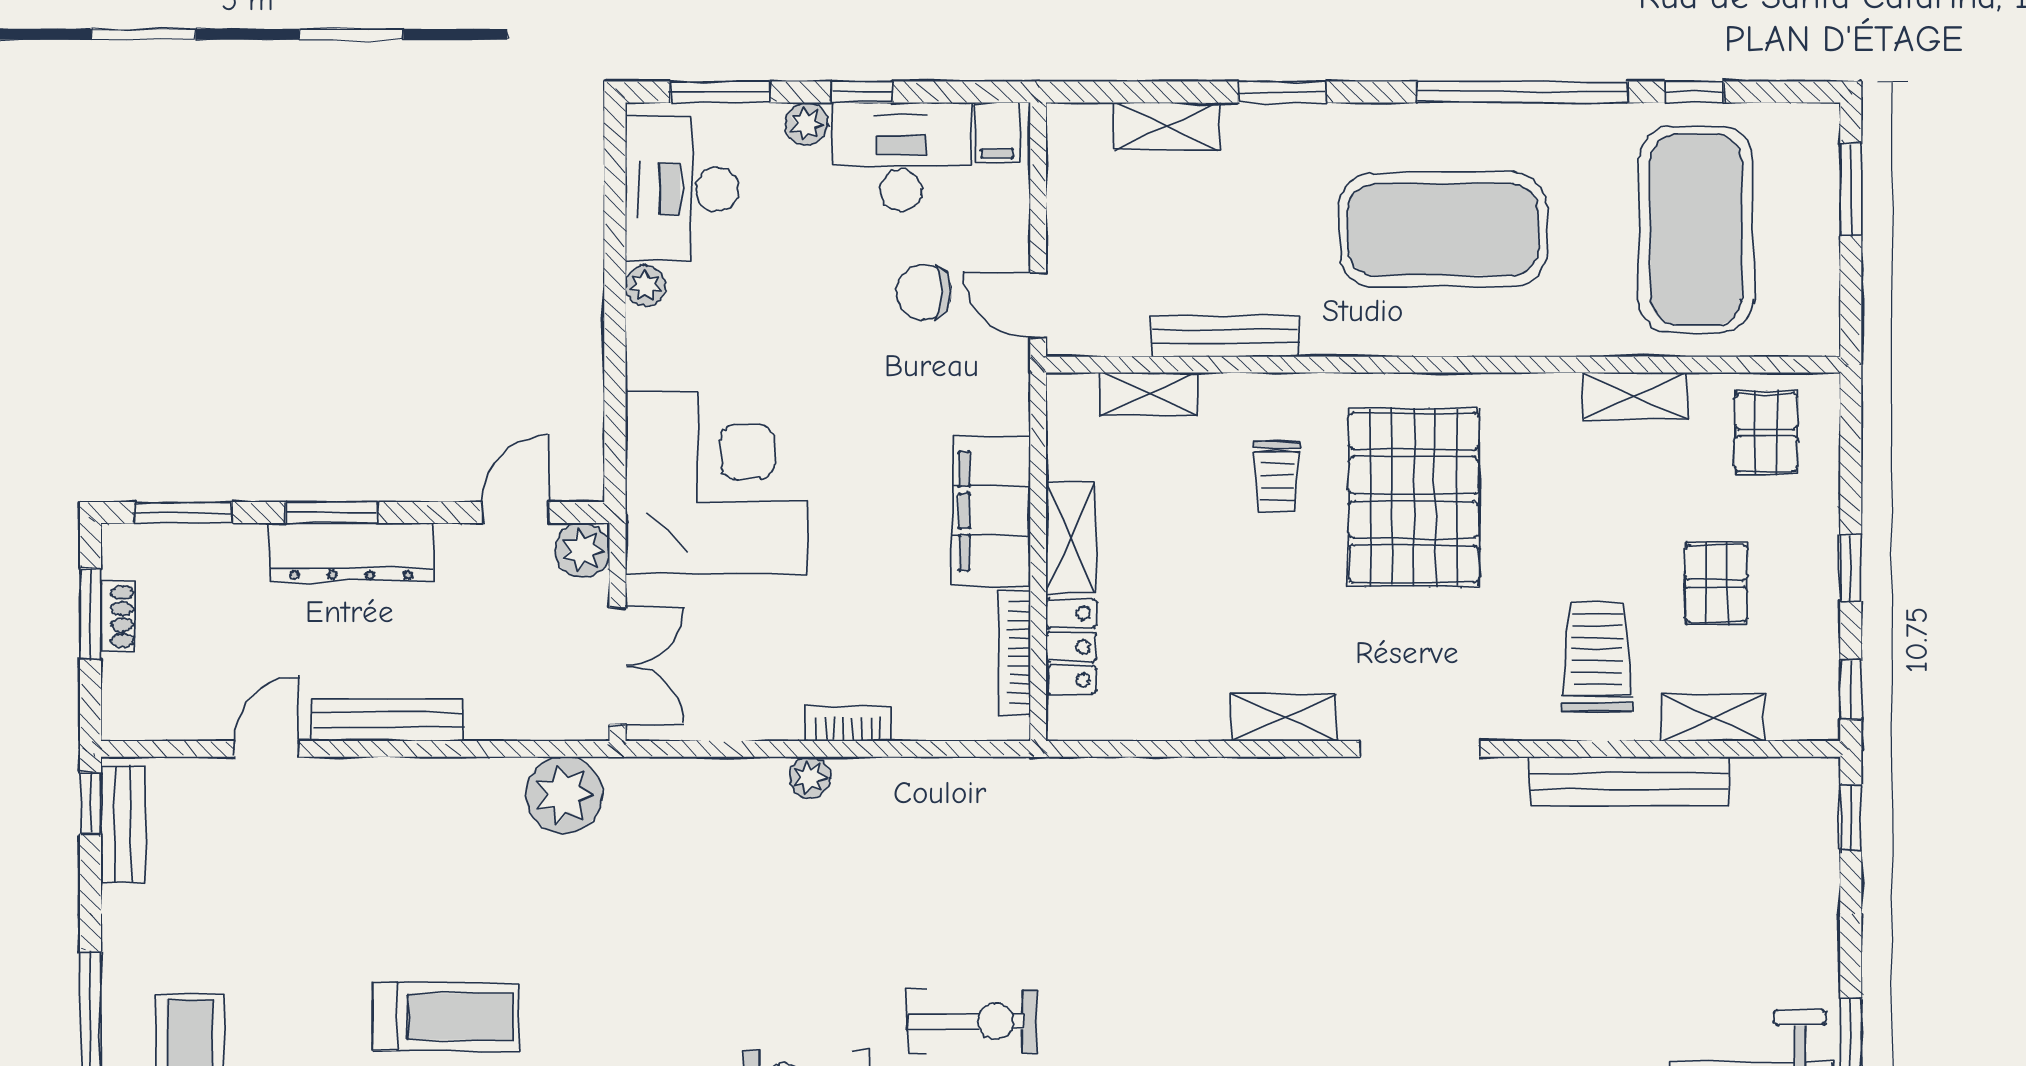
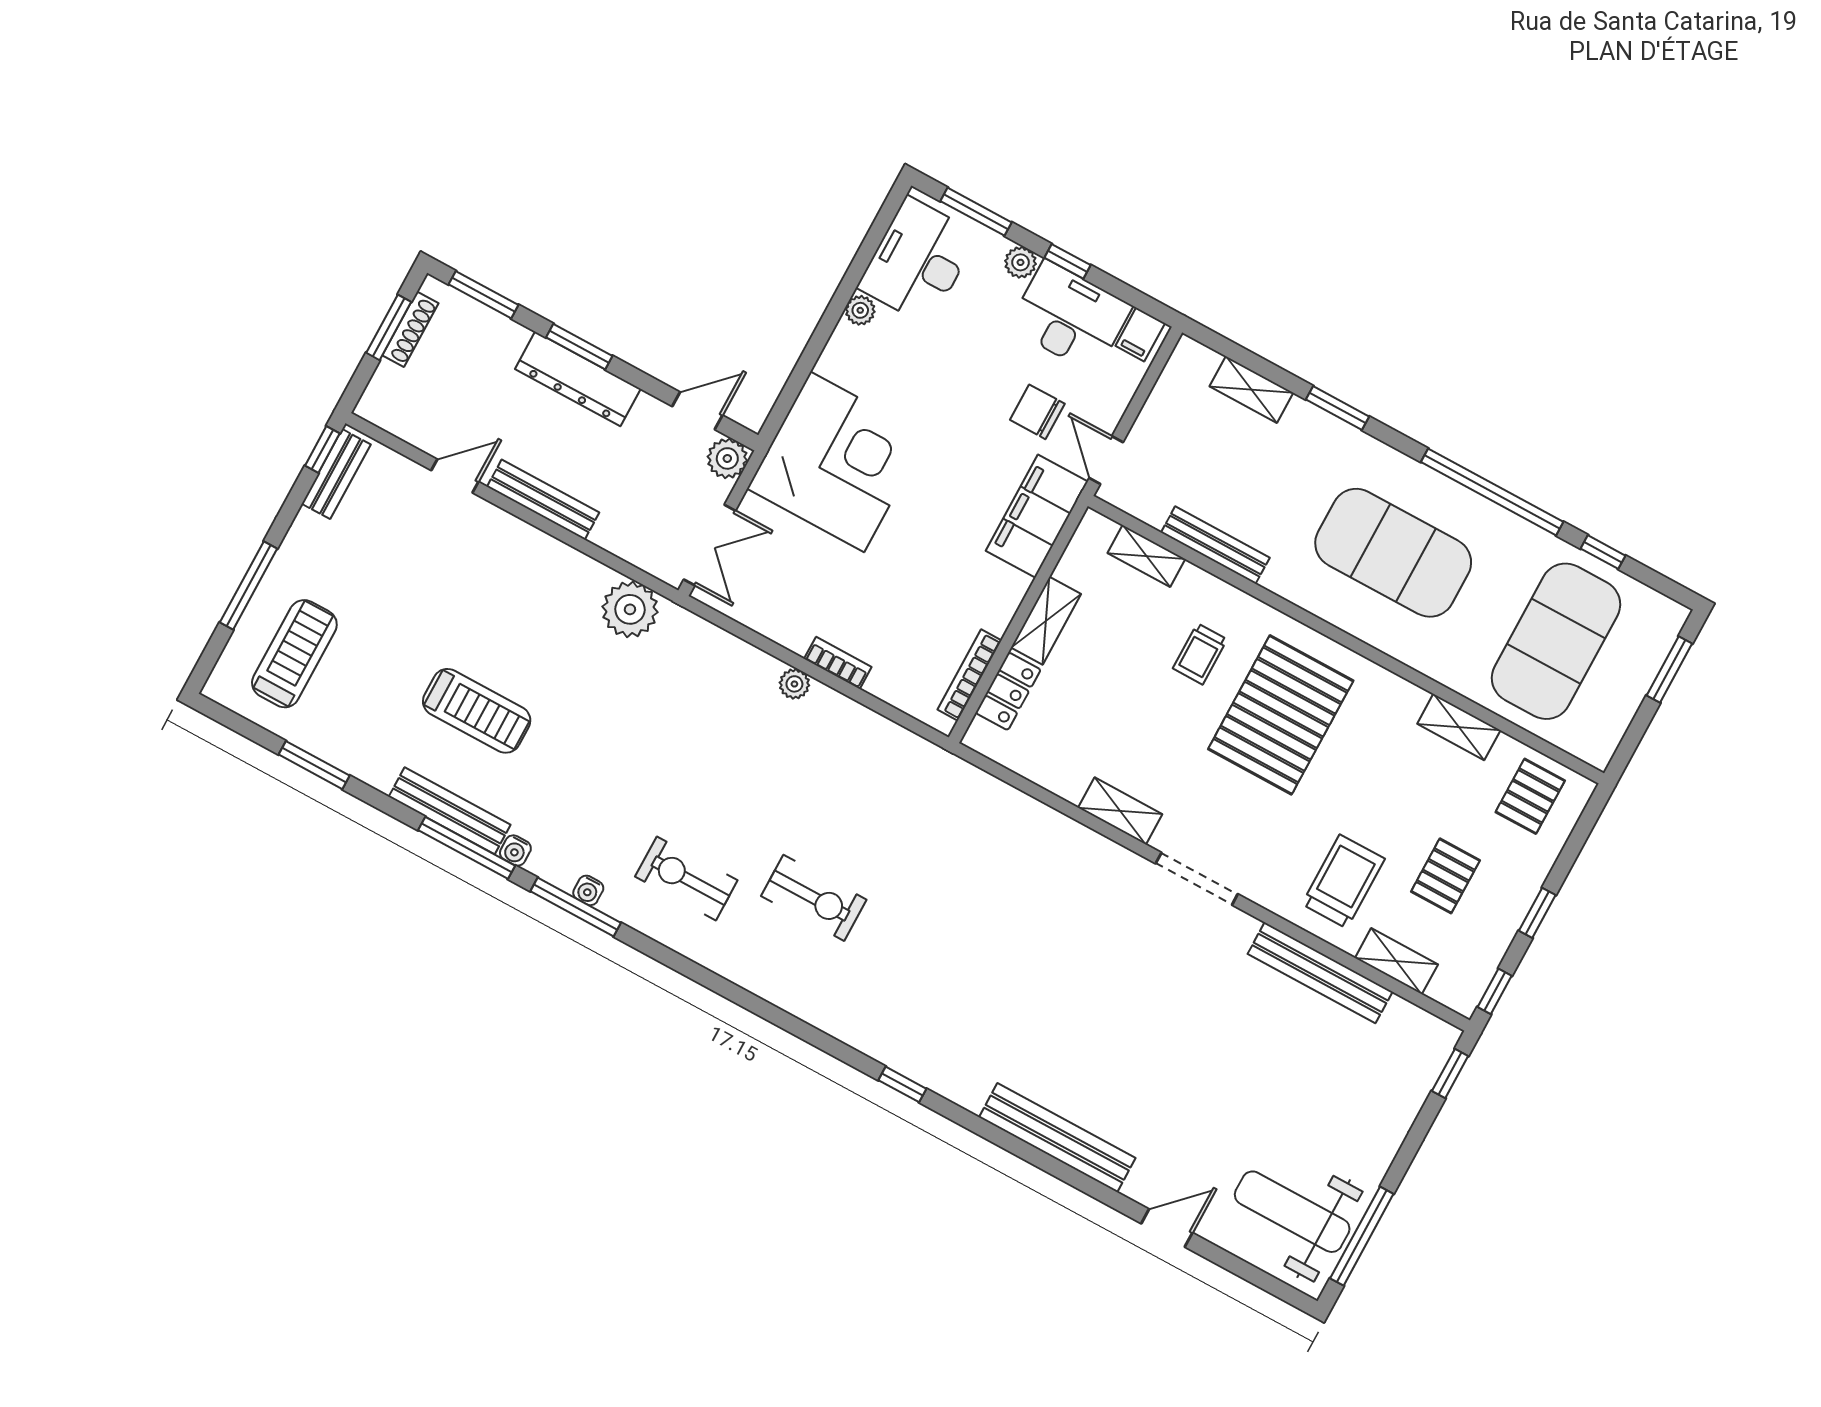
filing cabinet: (991, 511) -> (1037, 516), moved
shoe rack: (118, 617) -> (410, 329), width x1.43

